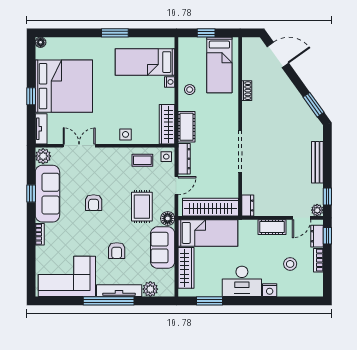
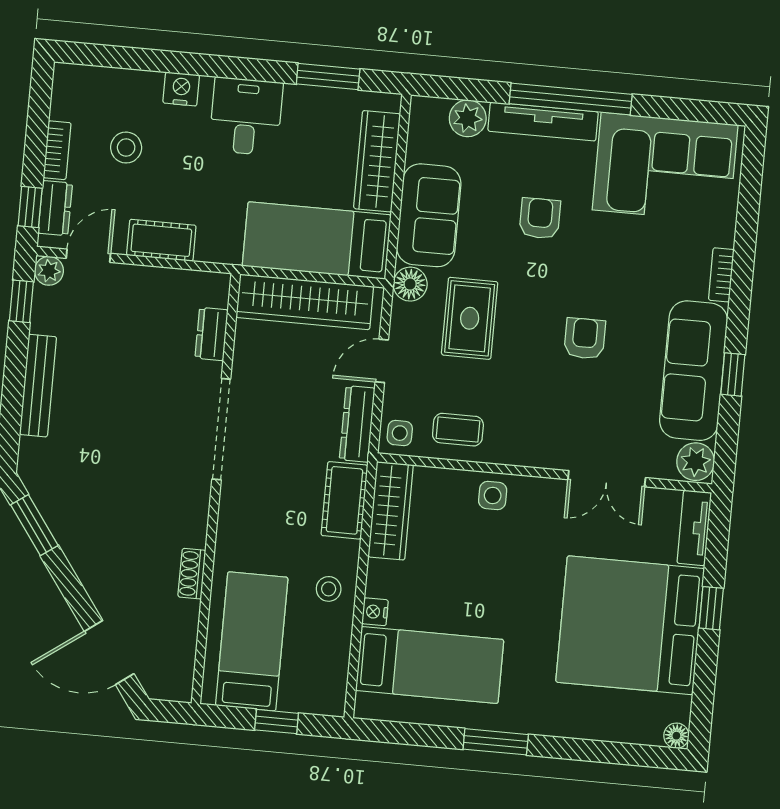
dresser: (248, 206) -> (212, 334), moved
desk: (242, 281) -> (246, 116), width x0.73

